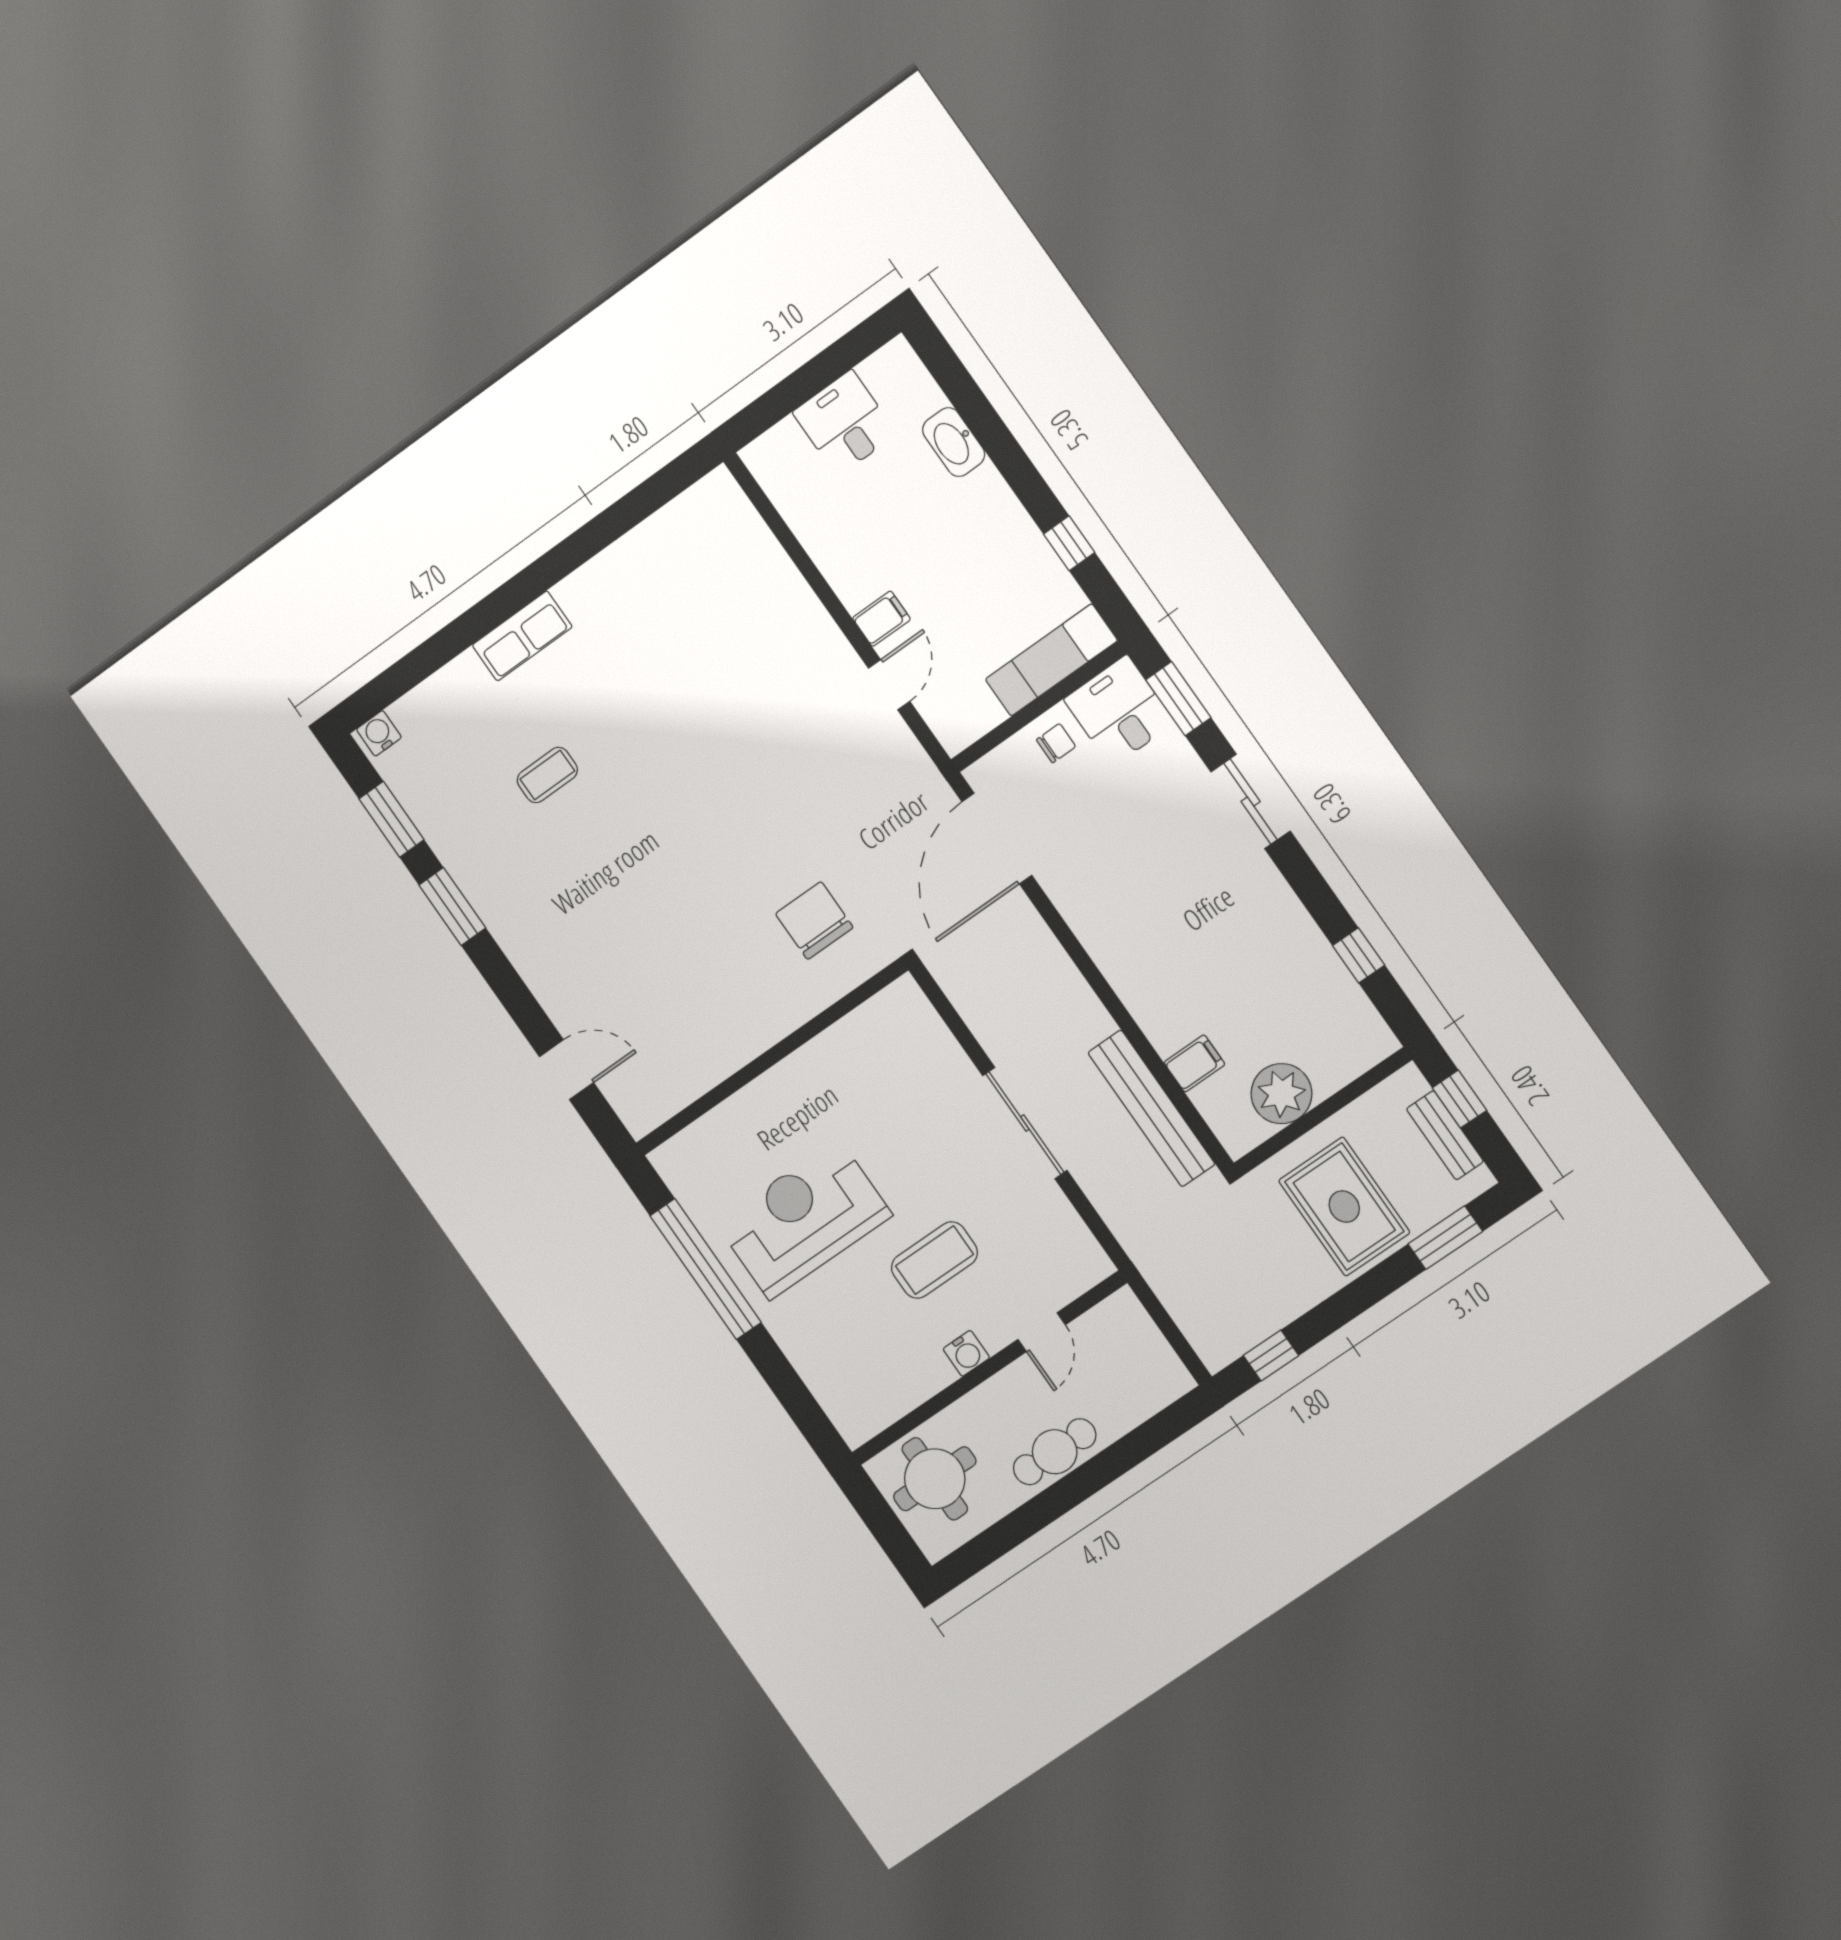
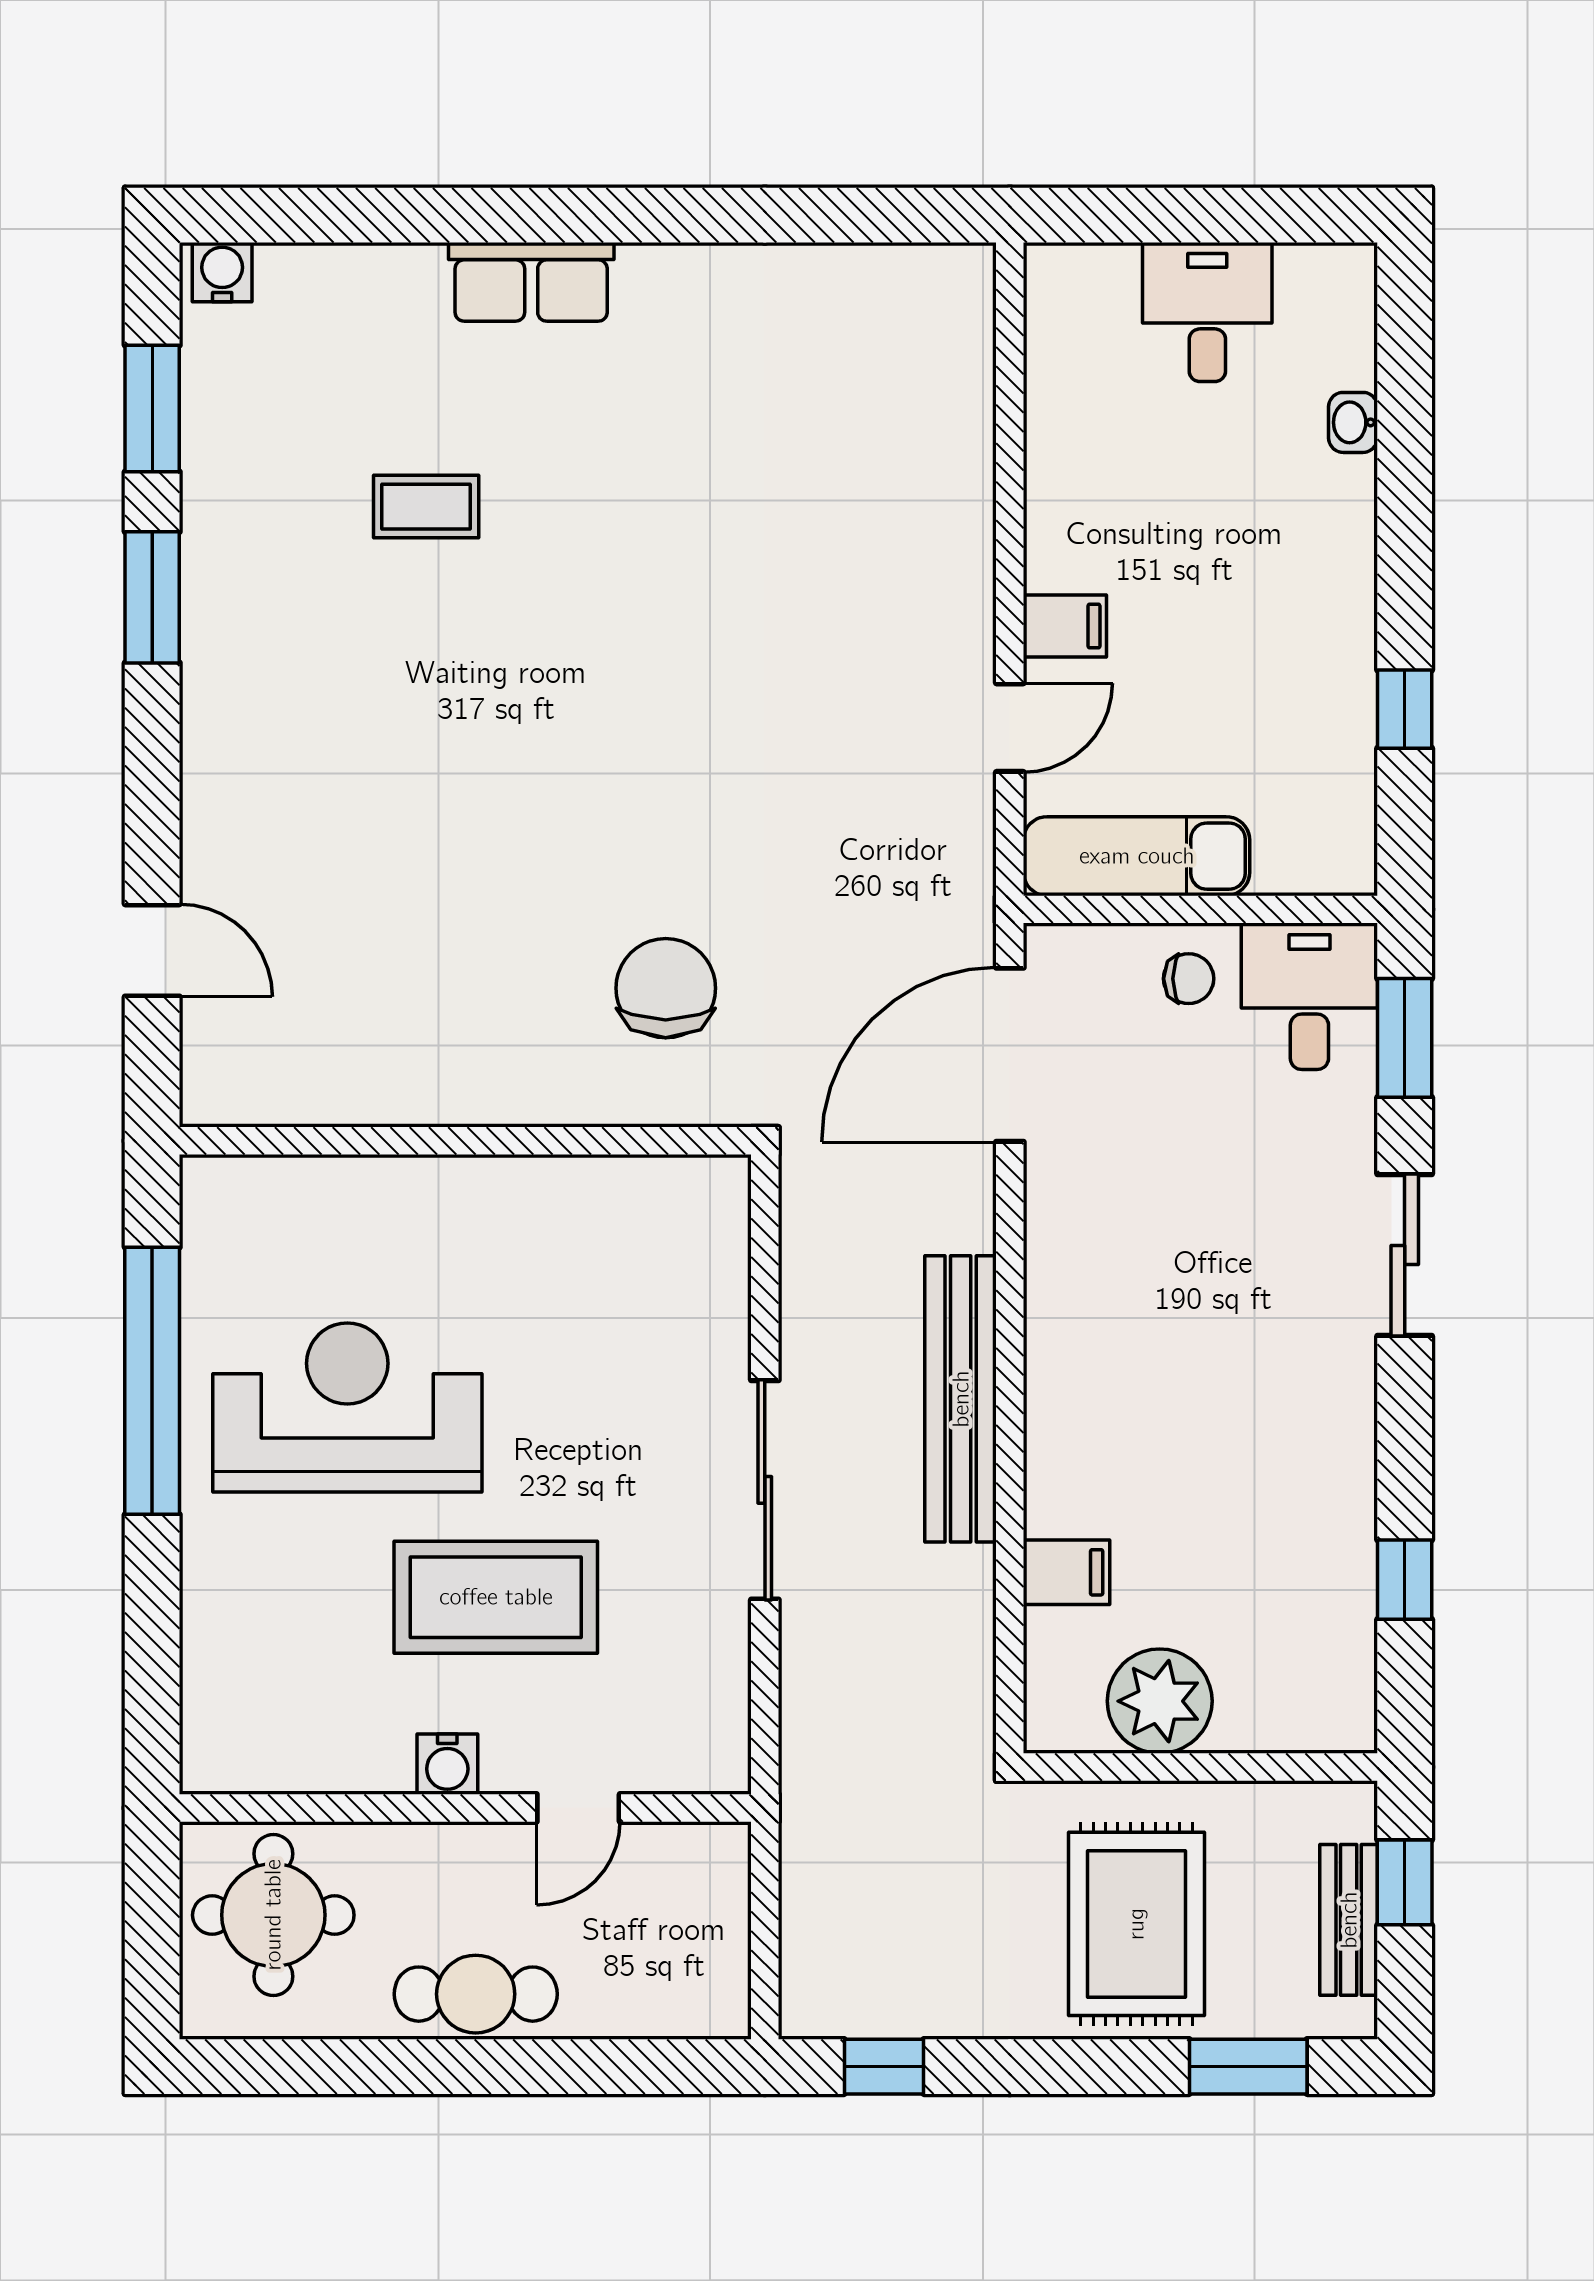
washbasin: (954, 442) -> (1353, 422), width x0.52, depth x0.69
exam couch: (1051, 660) -> (1137, 856), moved
bench: (1151, 1108) -> (961, 1399), moved
coffee table: (934, 1260) -> (496, 1597), width x1.36, depth x1.32

